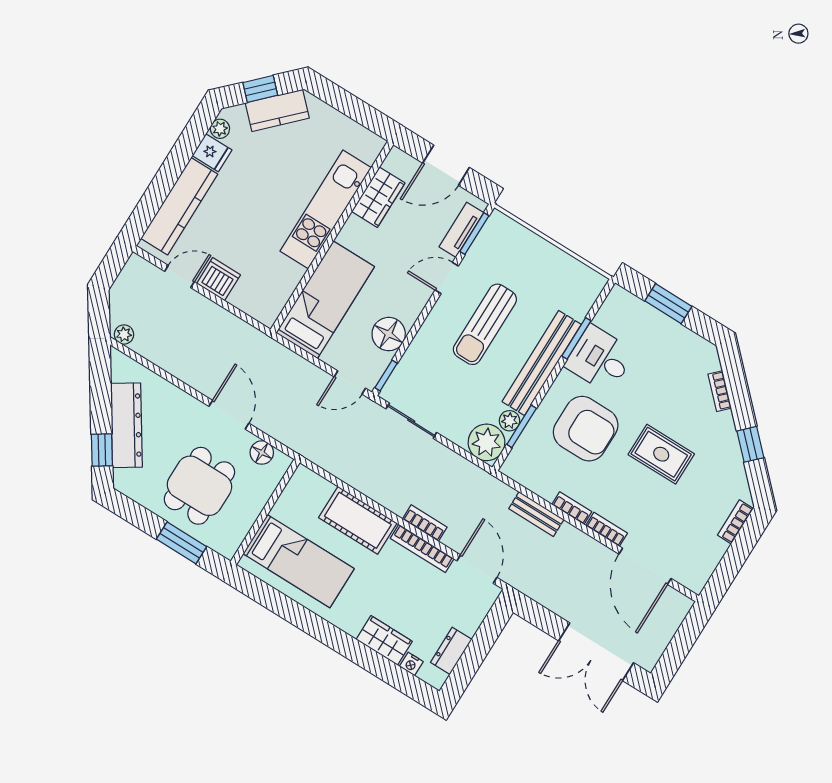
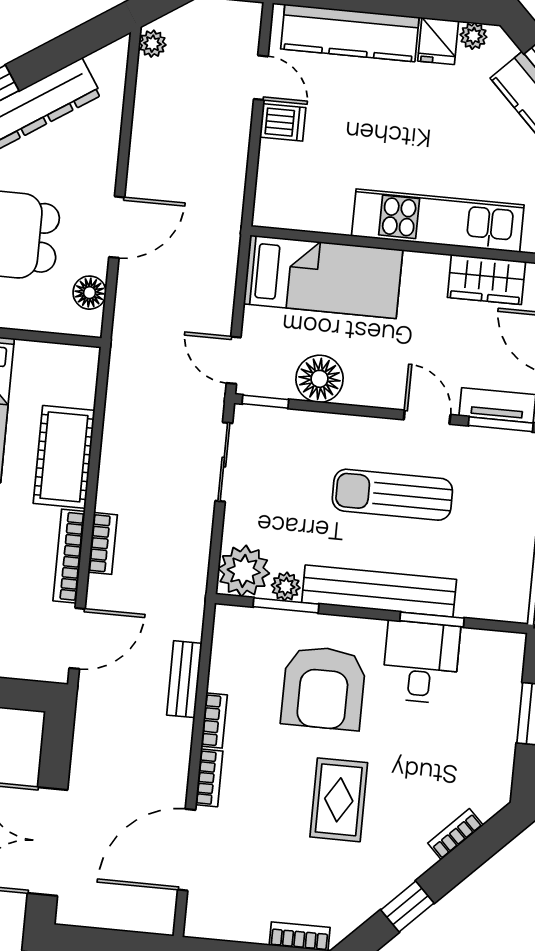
dishwasher: (219, 279) -> (283, 122), width x0.73

